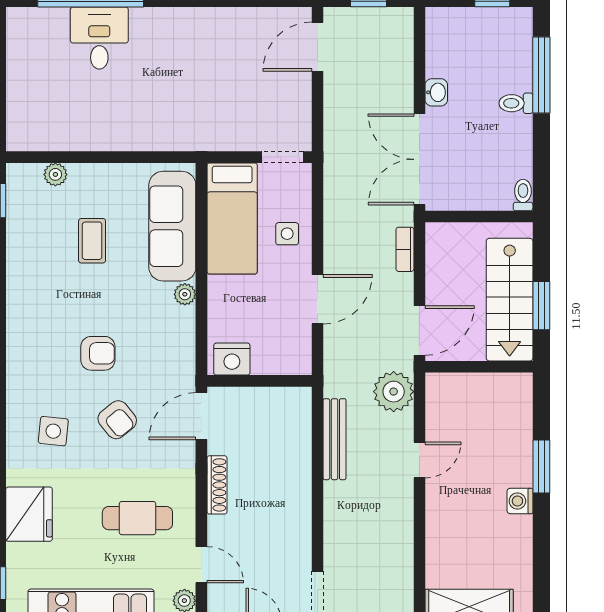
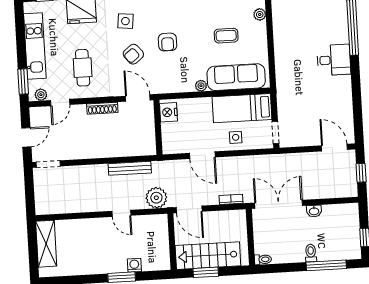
desk: (99, 38) -> (334, 60), moved
washing machine: (520, 501) -> (134, 265), moved

